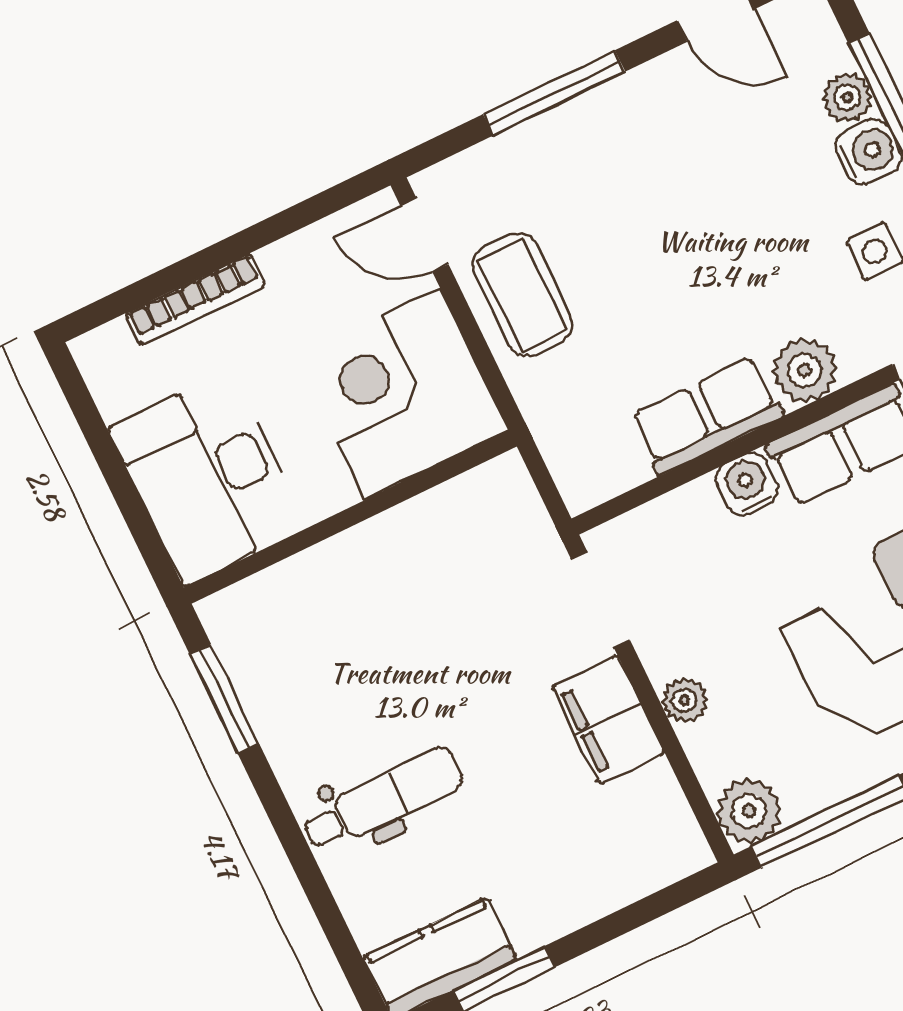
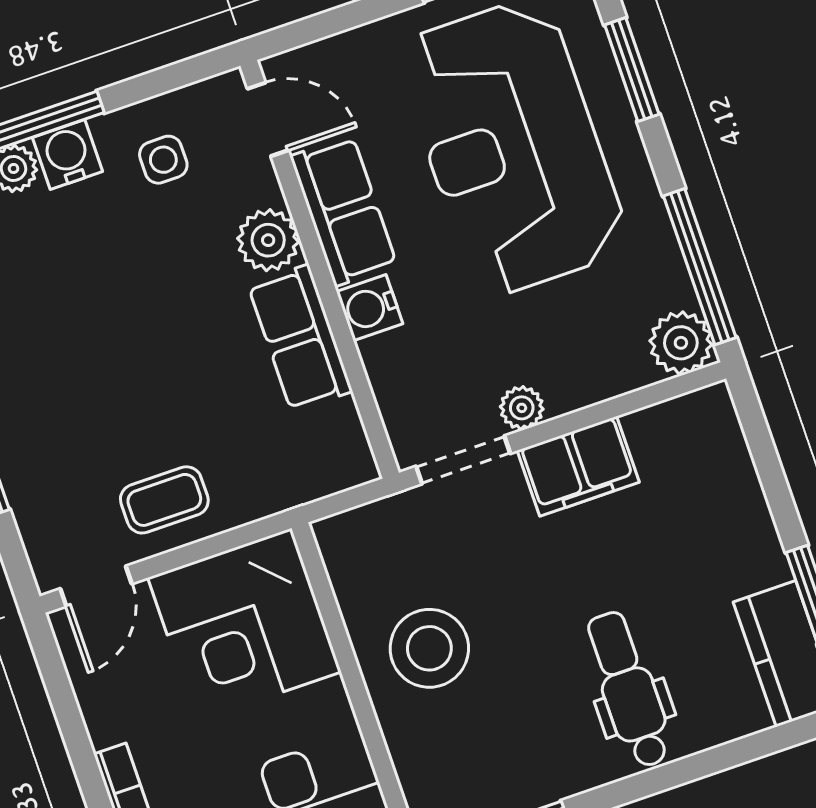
coffee table: (522, 295) -> (164, 500), width x0.73, depth x0.77
stool: (401, 588) -> (429, 648), added
plant: (684, 700) -> (522, 408), moved

